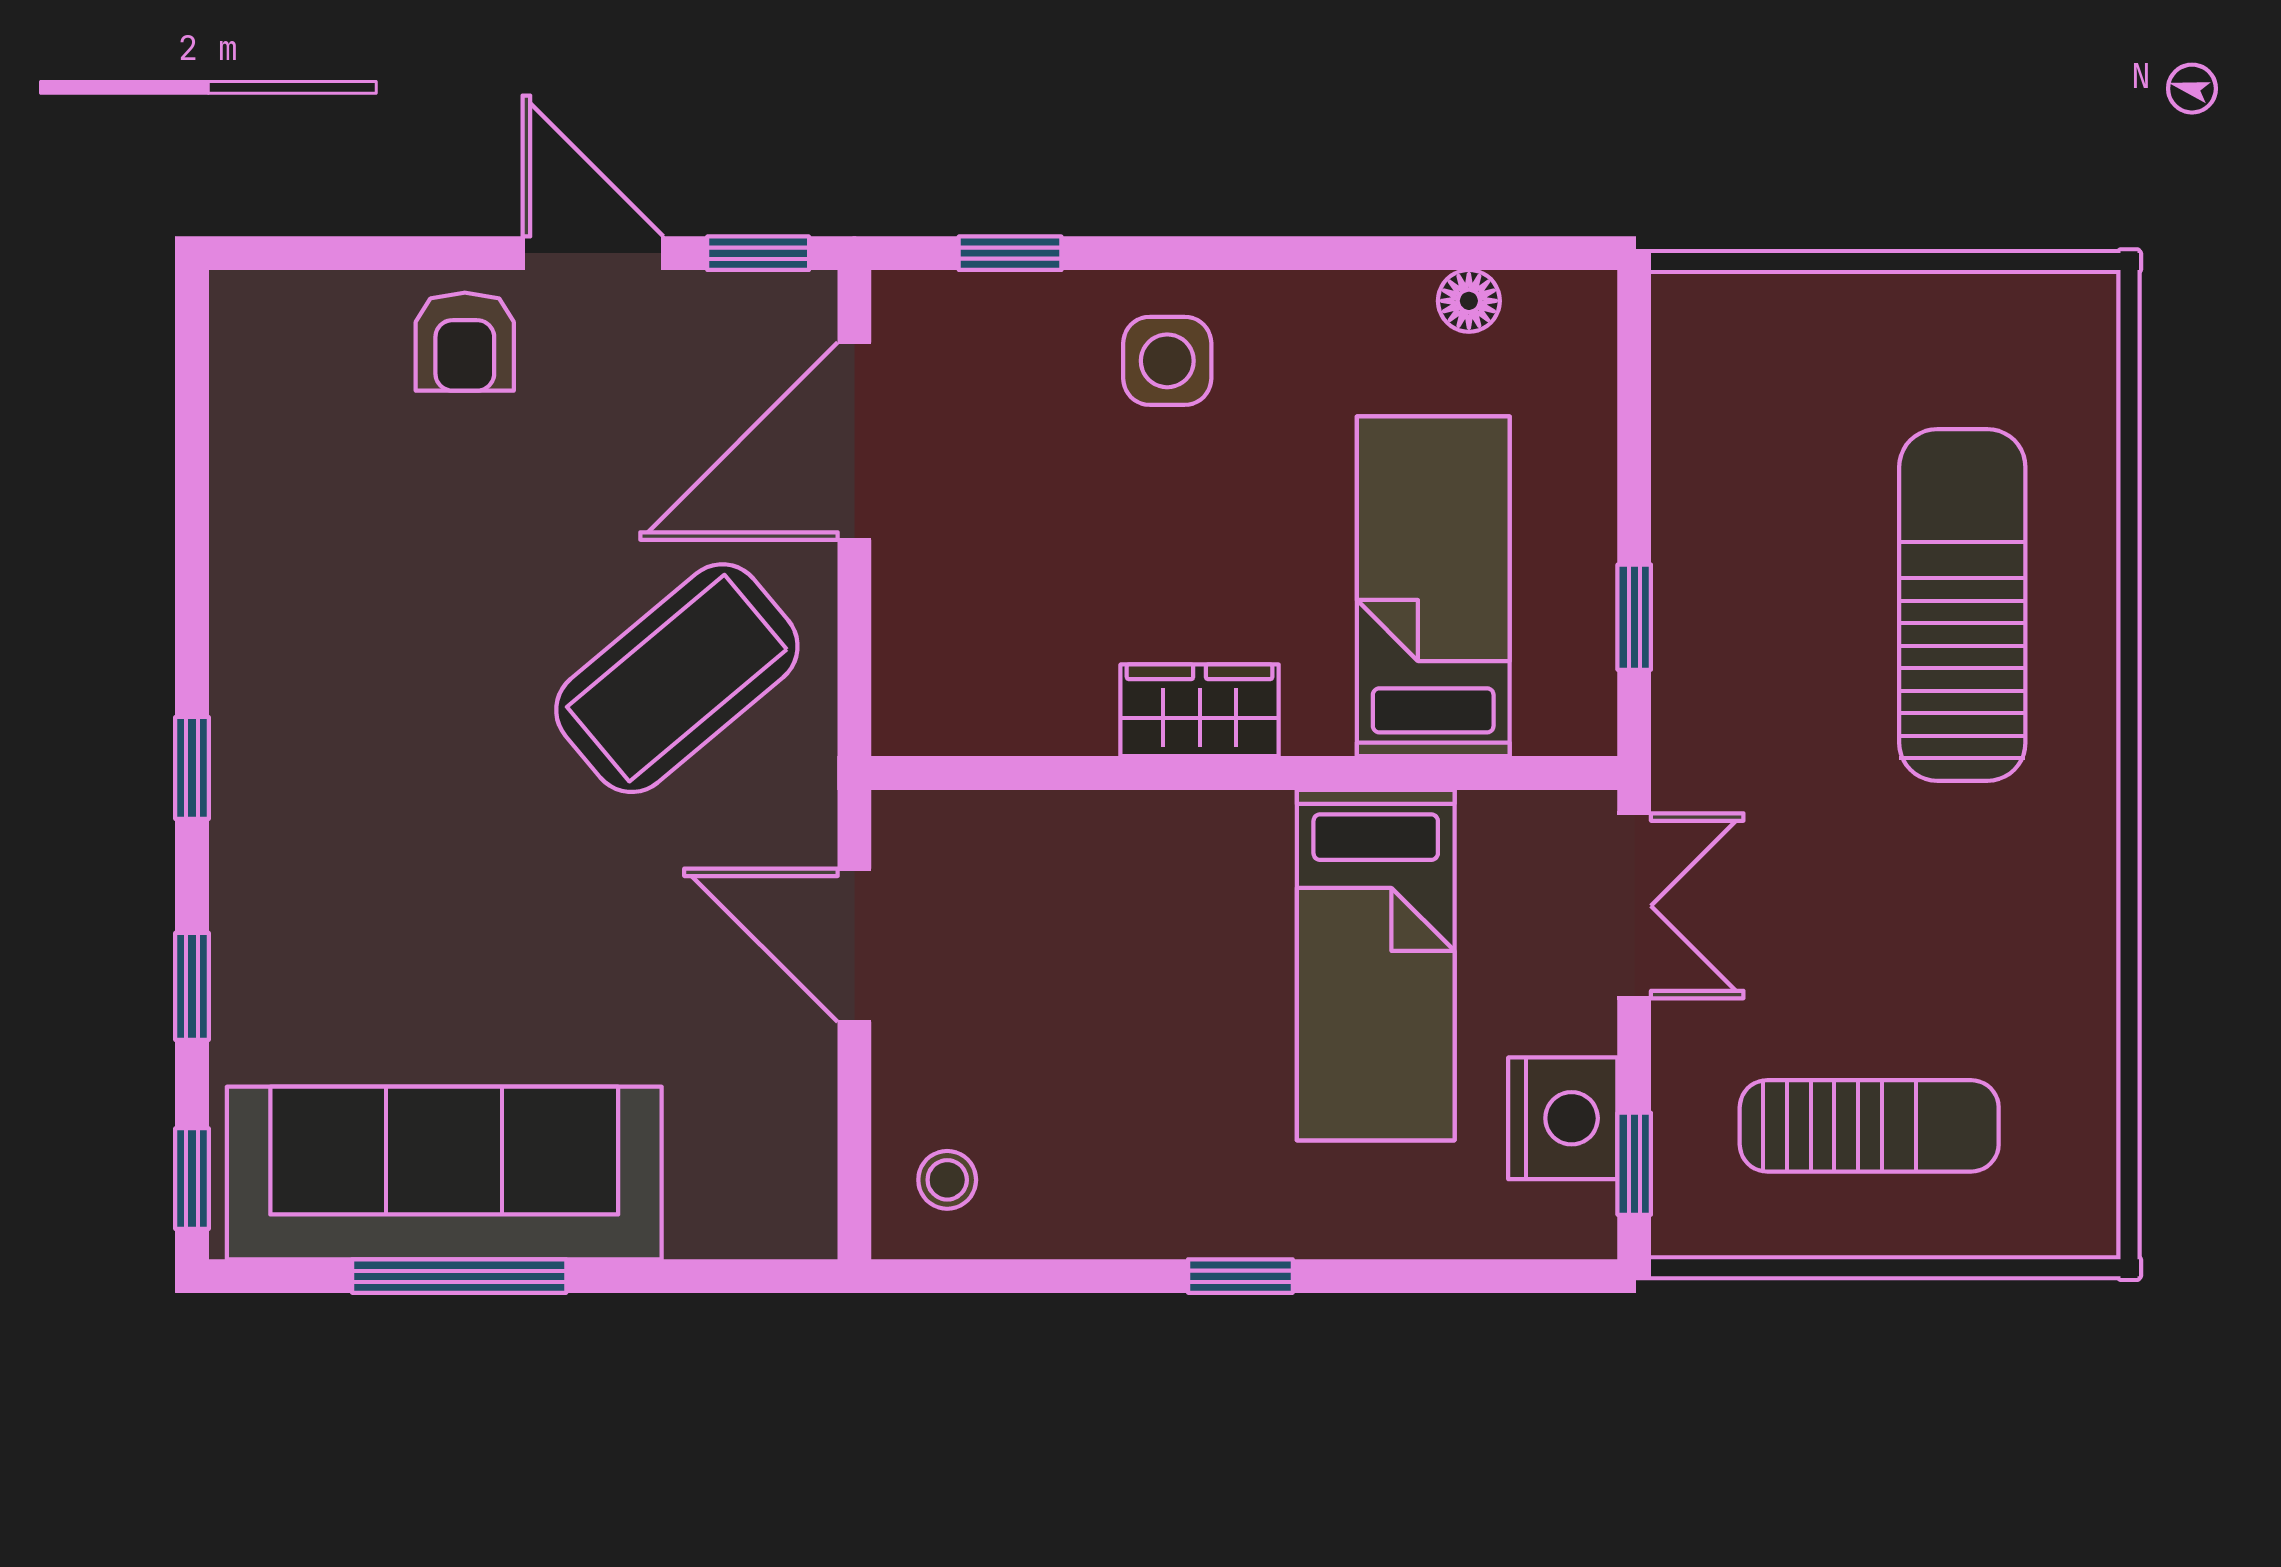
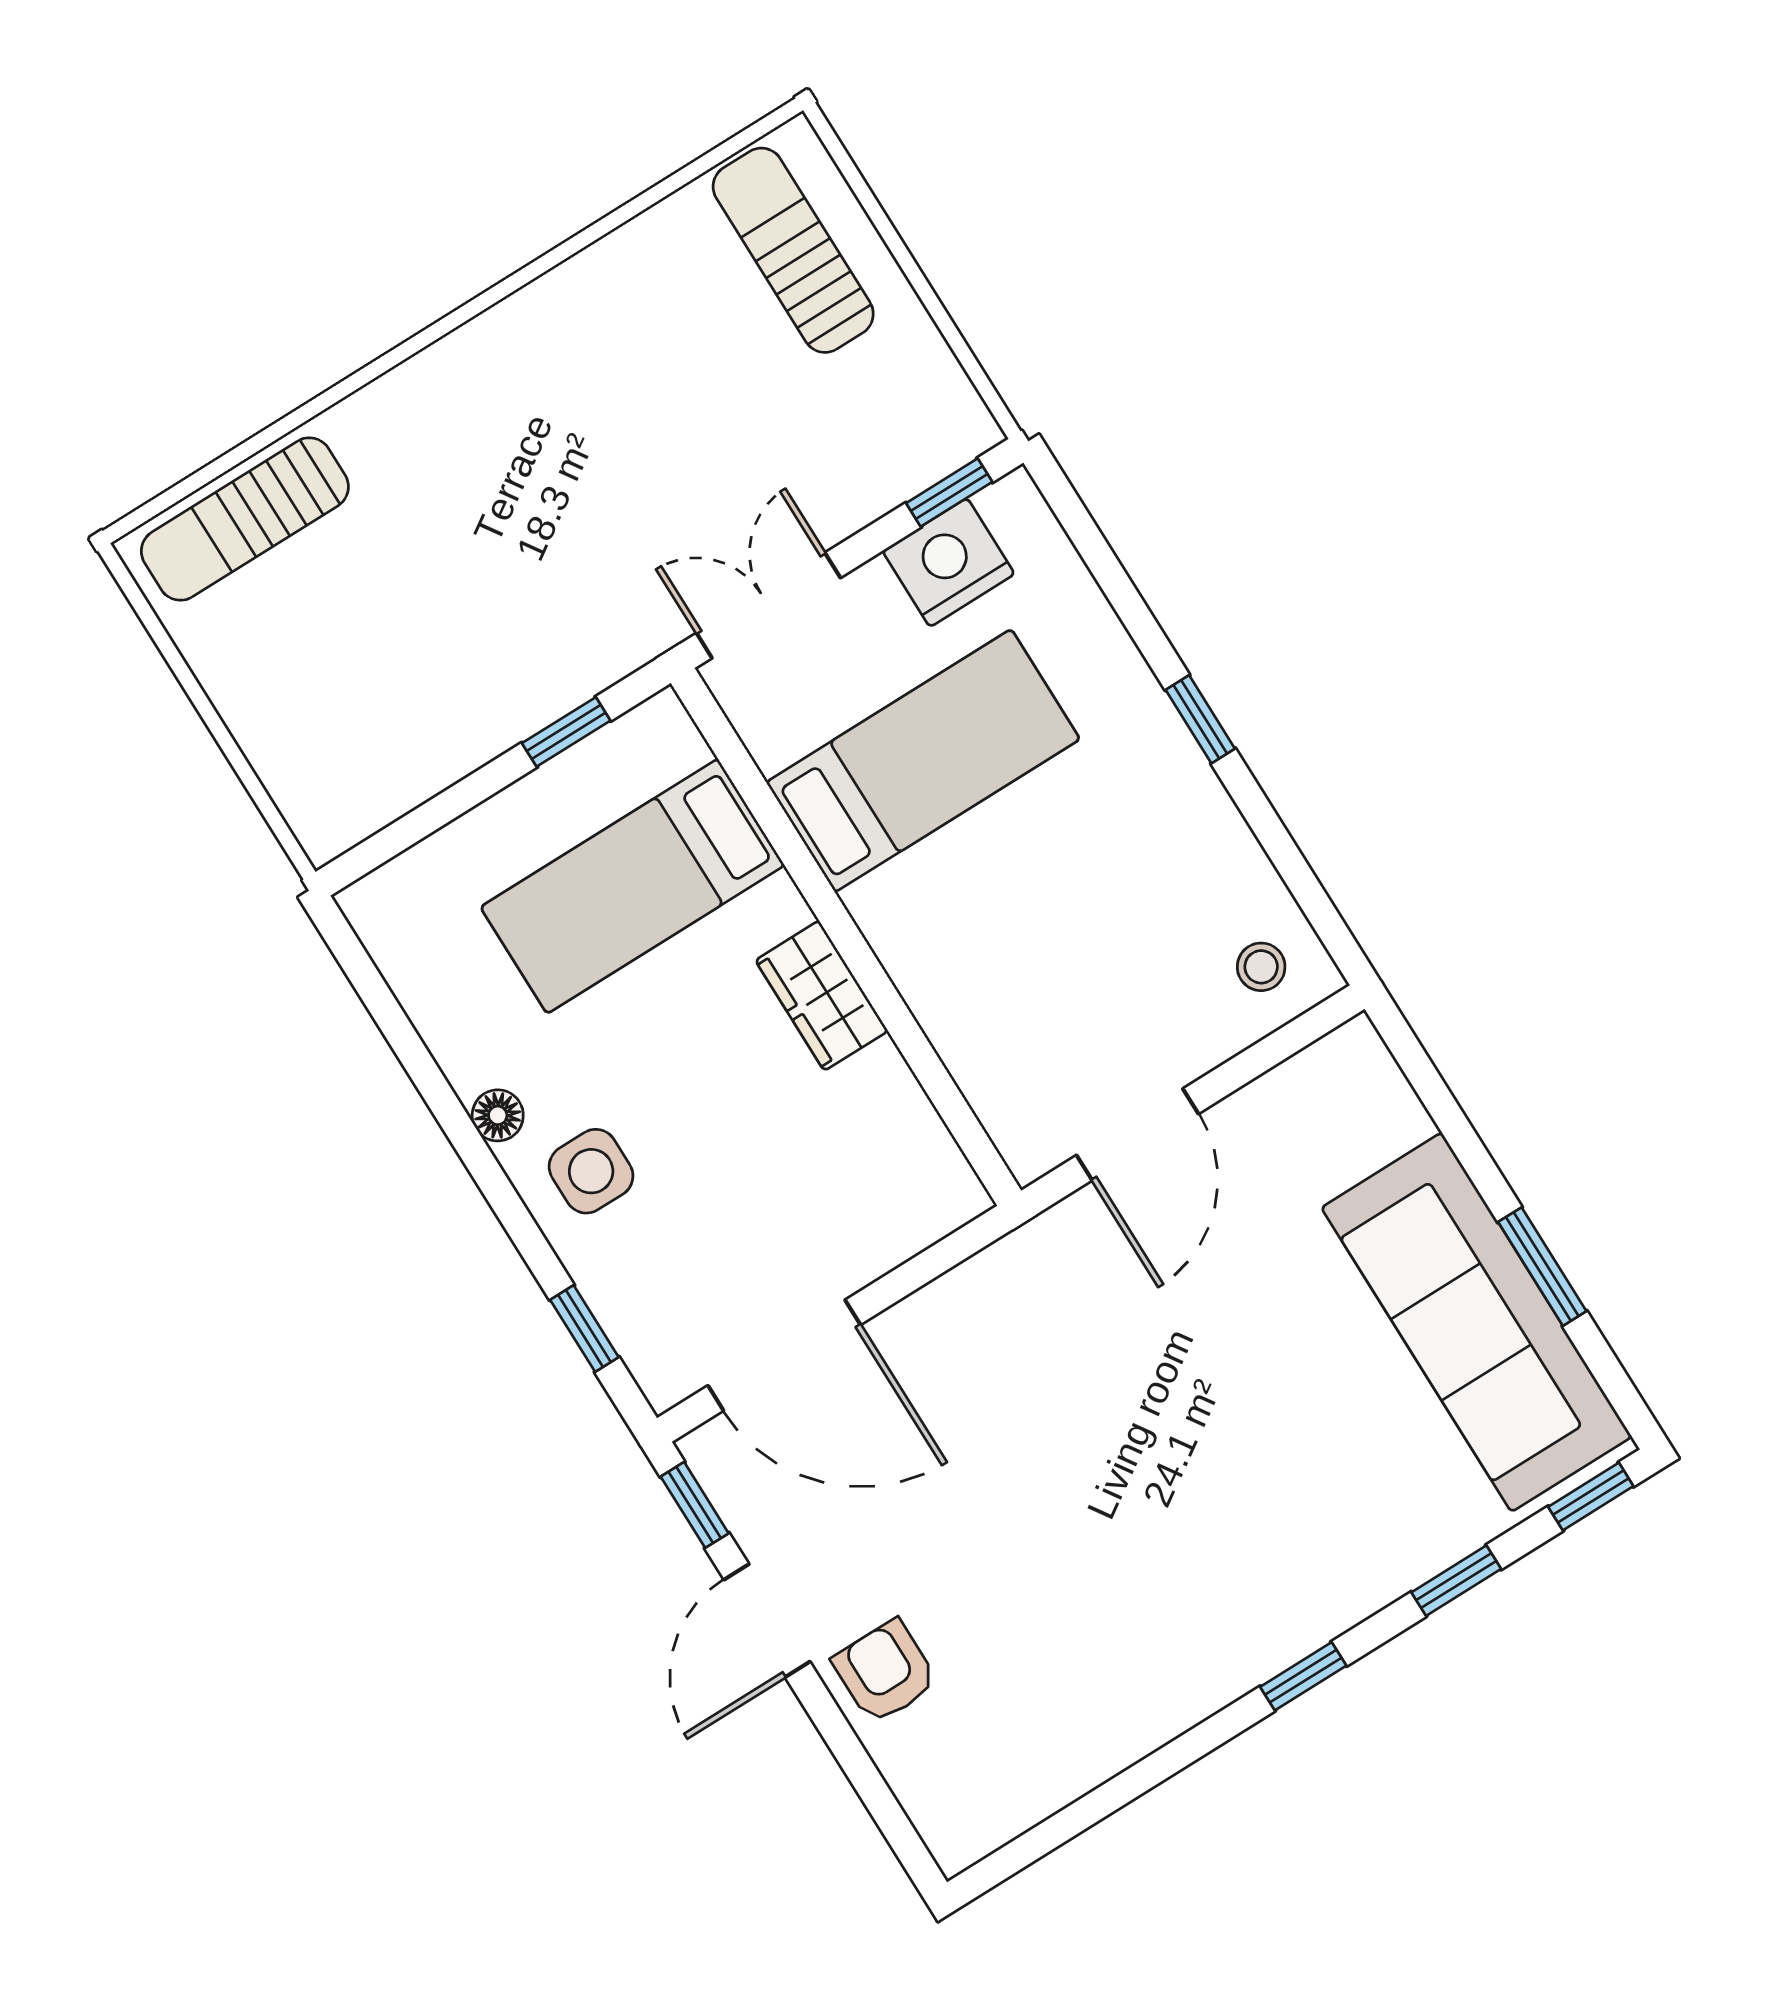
floor lamp: (1469, 301) -> (498, 1115), moved
armchair: (465, 342) -> (885, 1672), turned -90
sun lounger: (1962, 605) -> (245, 519), moved, width x0.73, depth x0.75
coffee table: (677, 678) -> (1028, 1376), removed
sun lounger: (1869, 1126) -> (793, 250), moved
window: (459, 1276) -> (1542, 1267), width x0.69

